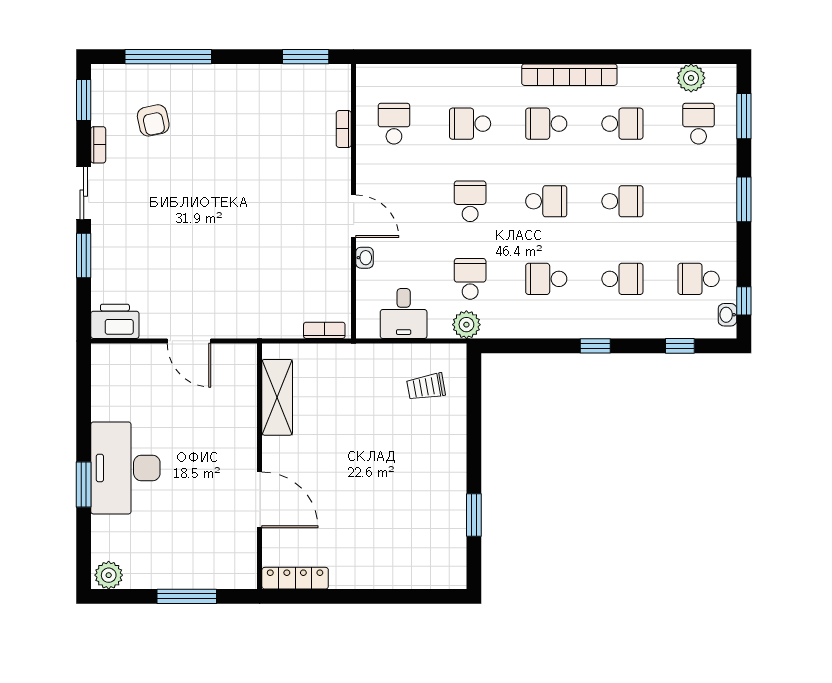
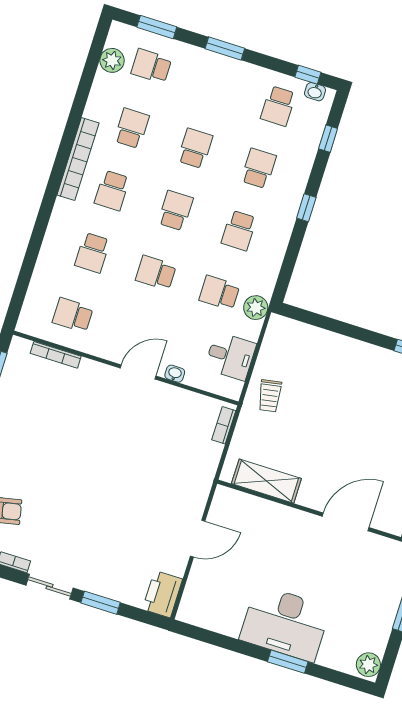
bookcase: (344, 129) -> (56, 355), width x1.56
trolley: (426, 387) -> (270, 396), moved

